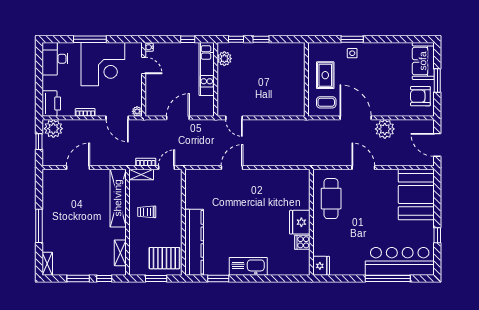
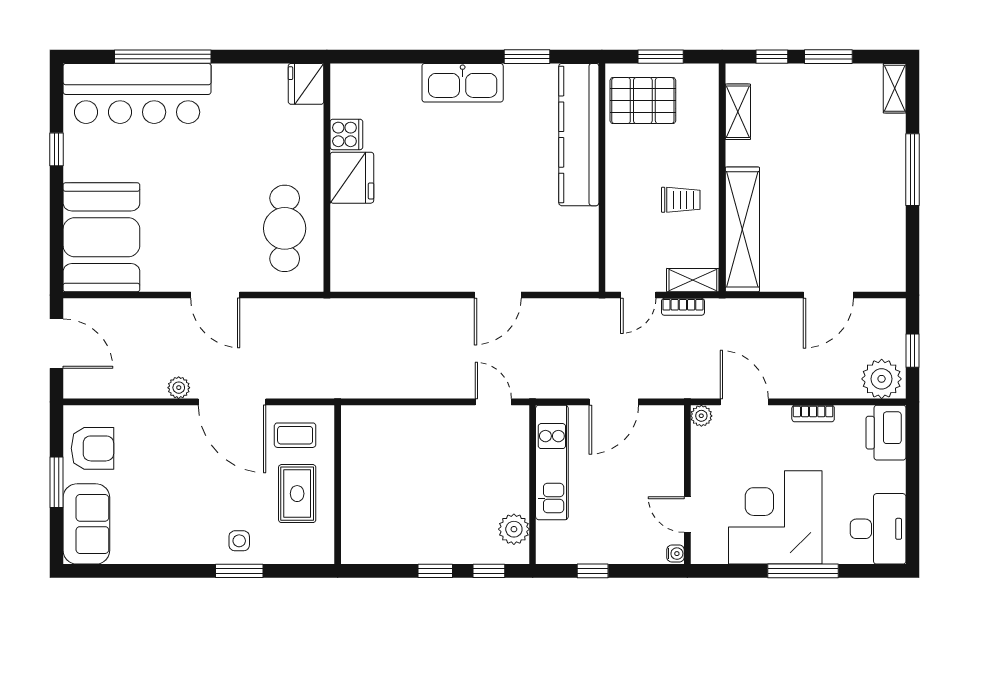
kitchen unit: (207, 69) -> (552, 462), moved
plant: (385, 129) -> (179, 388), width x0.53, depth x0.53

